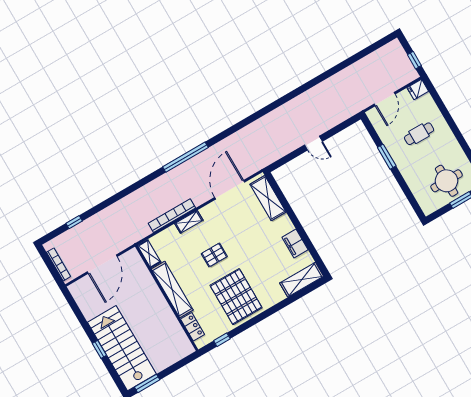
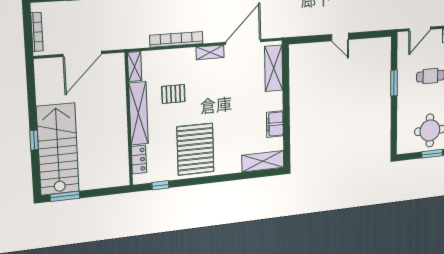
shelving: (189, 222) -> (210, 52), moved
pallet: (214, 255) -> (173, 94), moved

